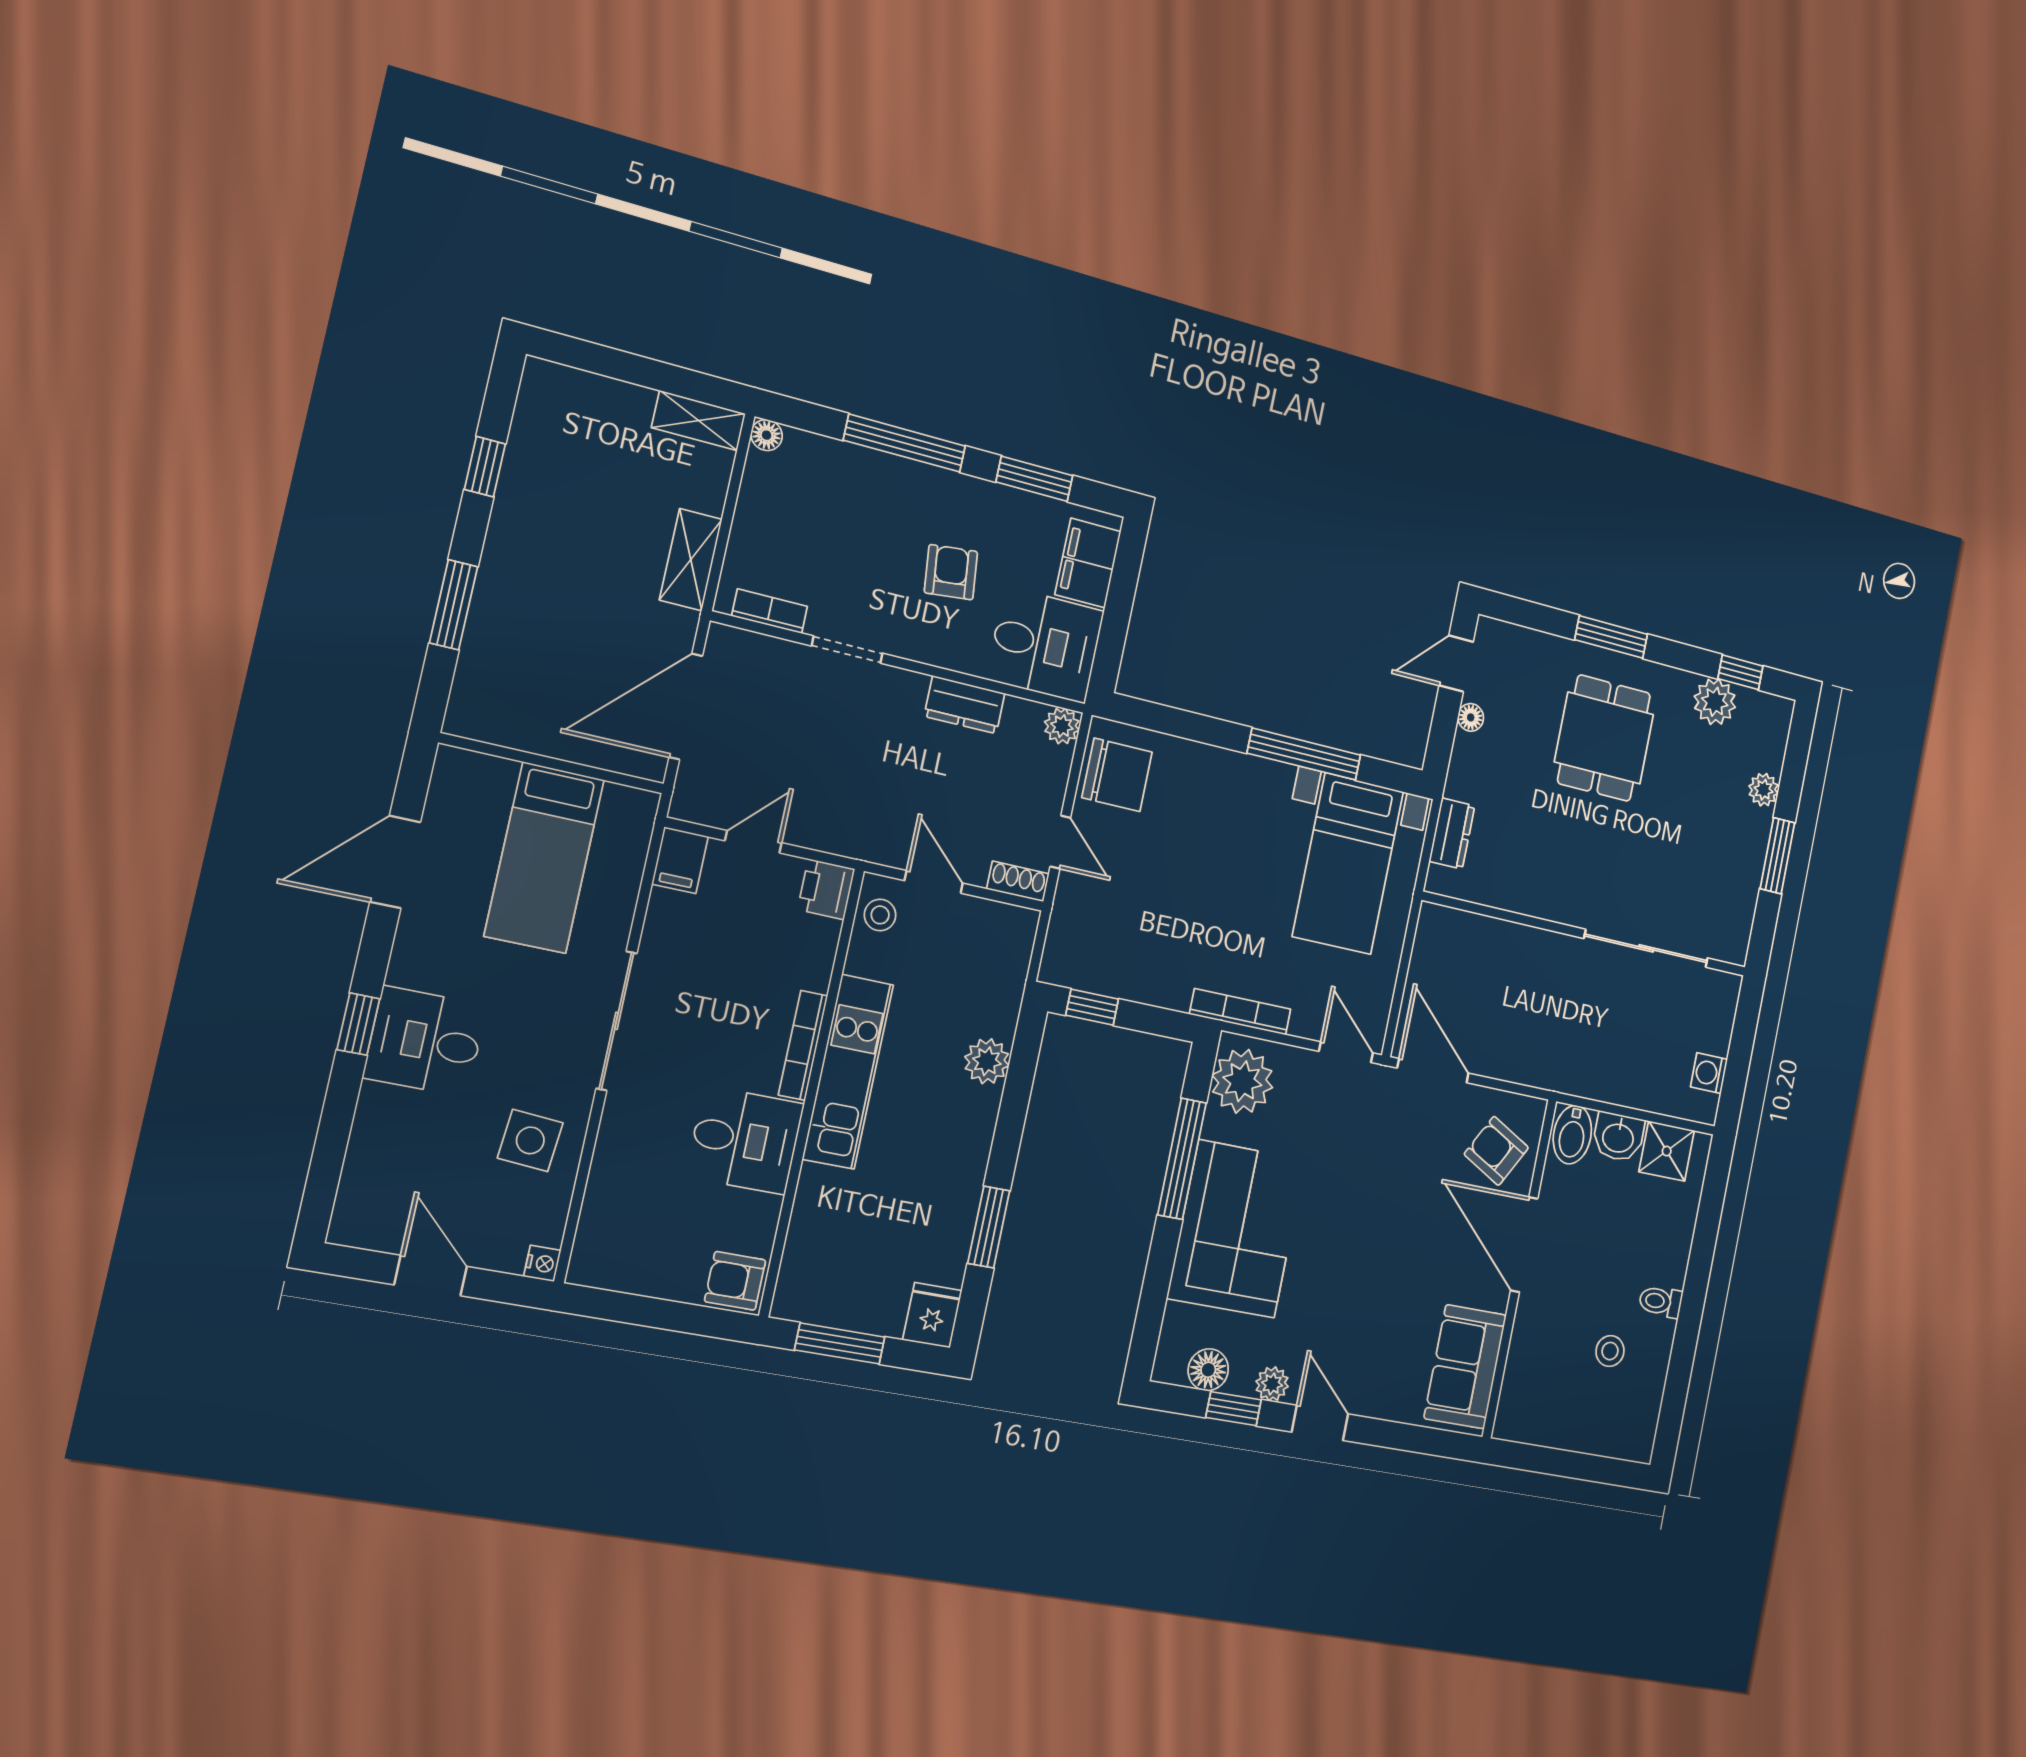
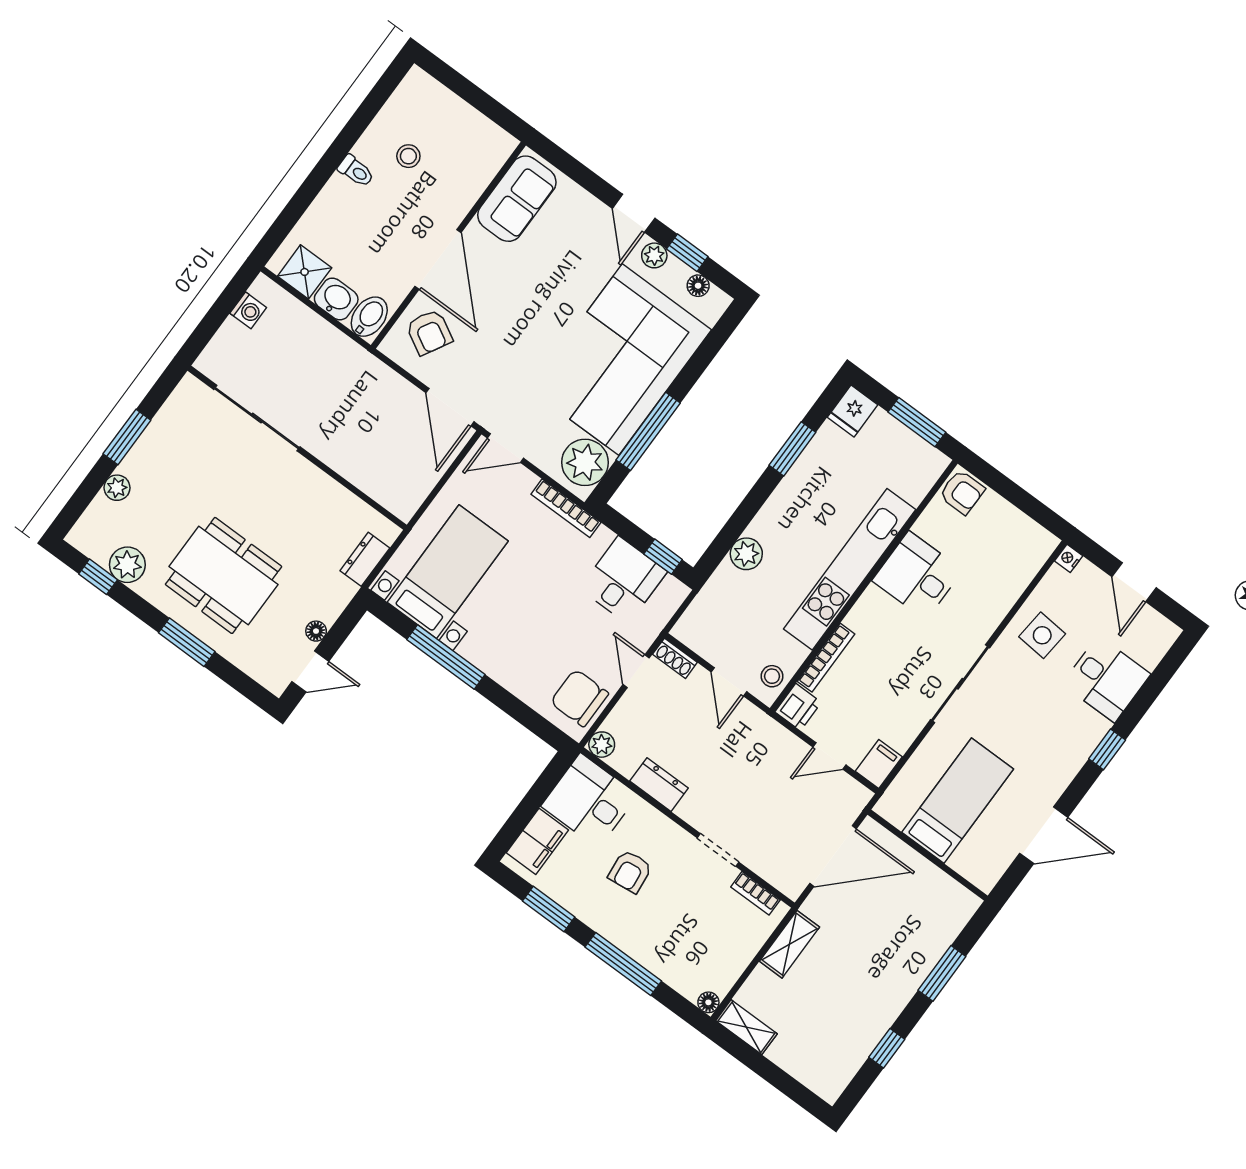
dining table: (1604, 738) -> (224, 575), width x1.38
desk: (1129, 953) -> (623, 580), added
desk: (425, 1041) -> (1106, 679), moved
bookcase: (803, 1045) -> (826, 658), moved
door: (1346, 1052) -> (506, 448), hinge flipped
kitchen unit: (848, 1072) -> (850, 569), width x1.36
corner sofa: (1237, 1229) -> (621, 360), width x1.36, depth x1.36
floor lamp: (1208, 1370) -> (698, 286), width x0.73, depth x0.73

